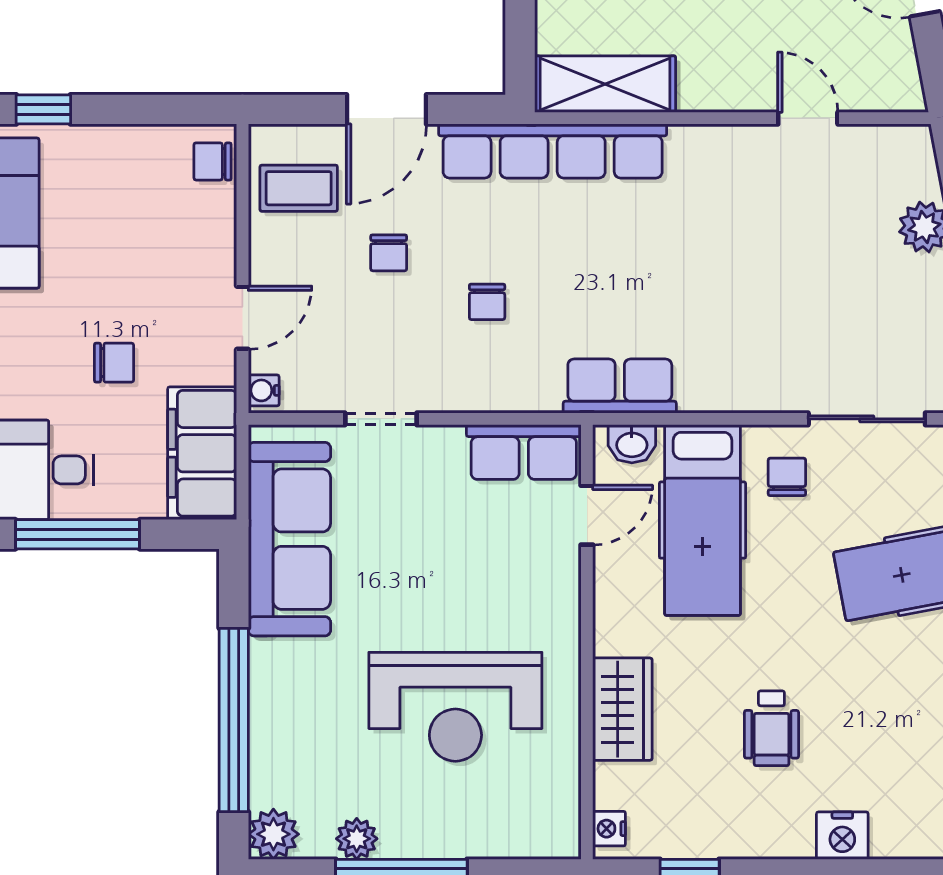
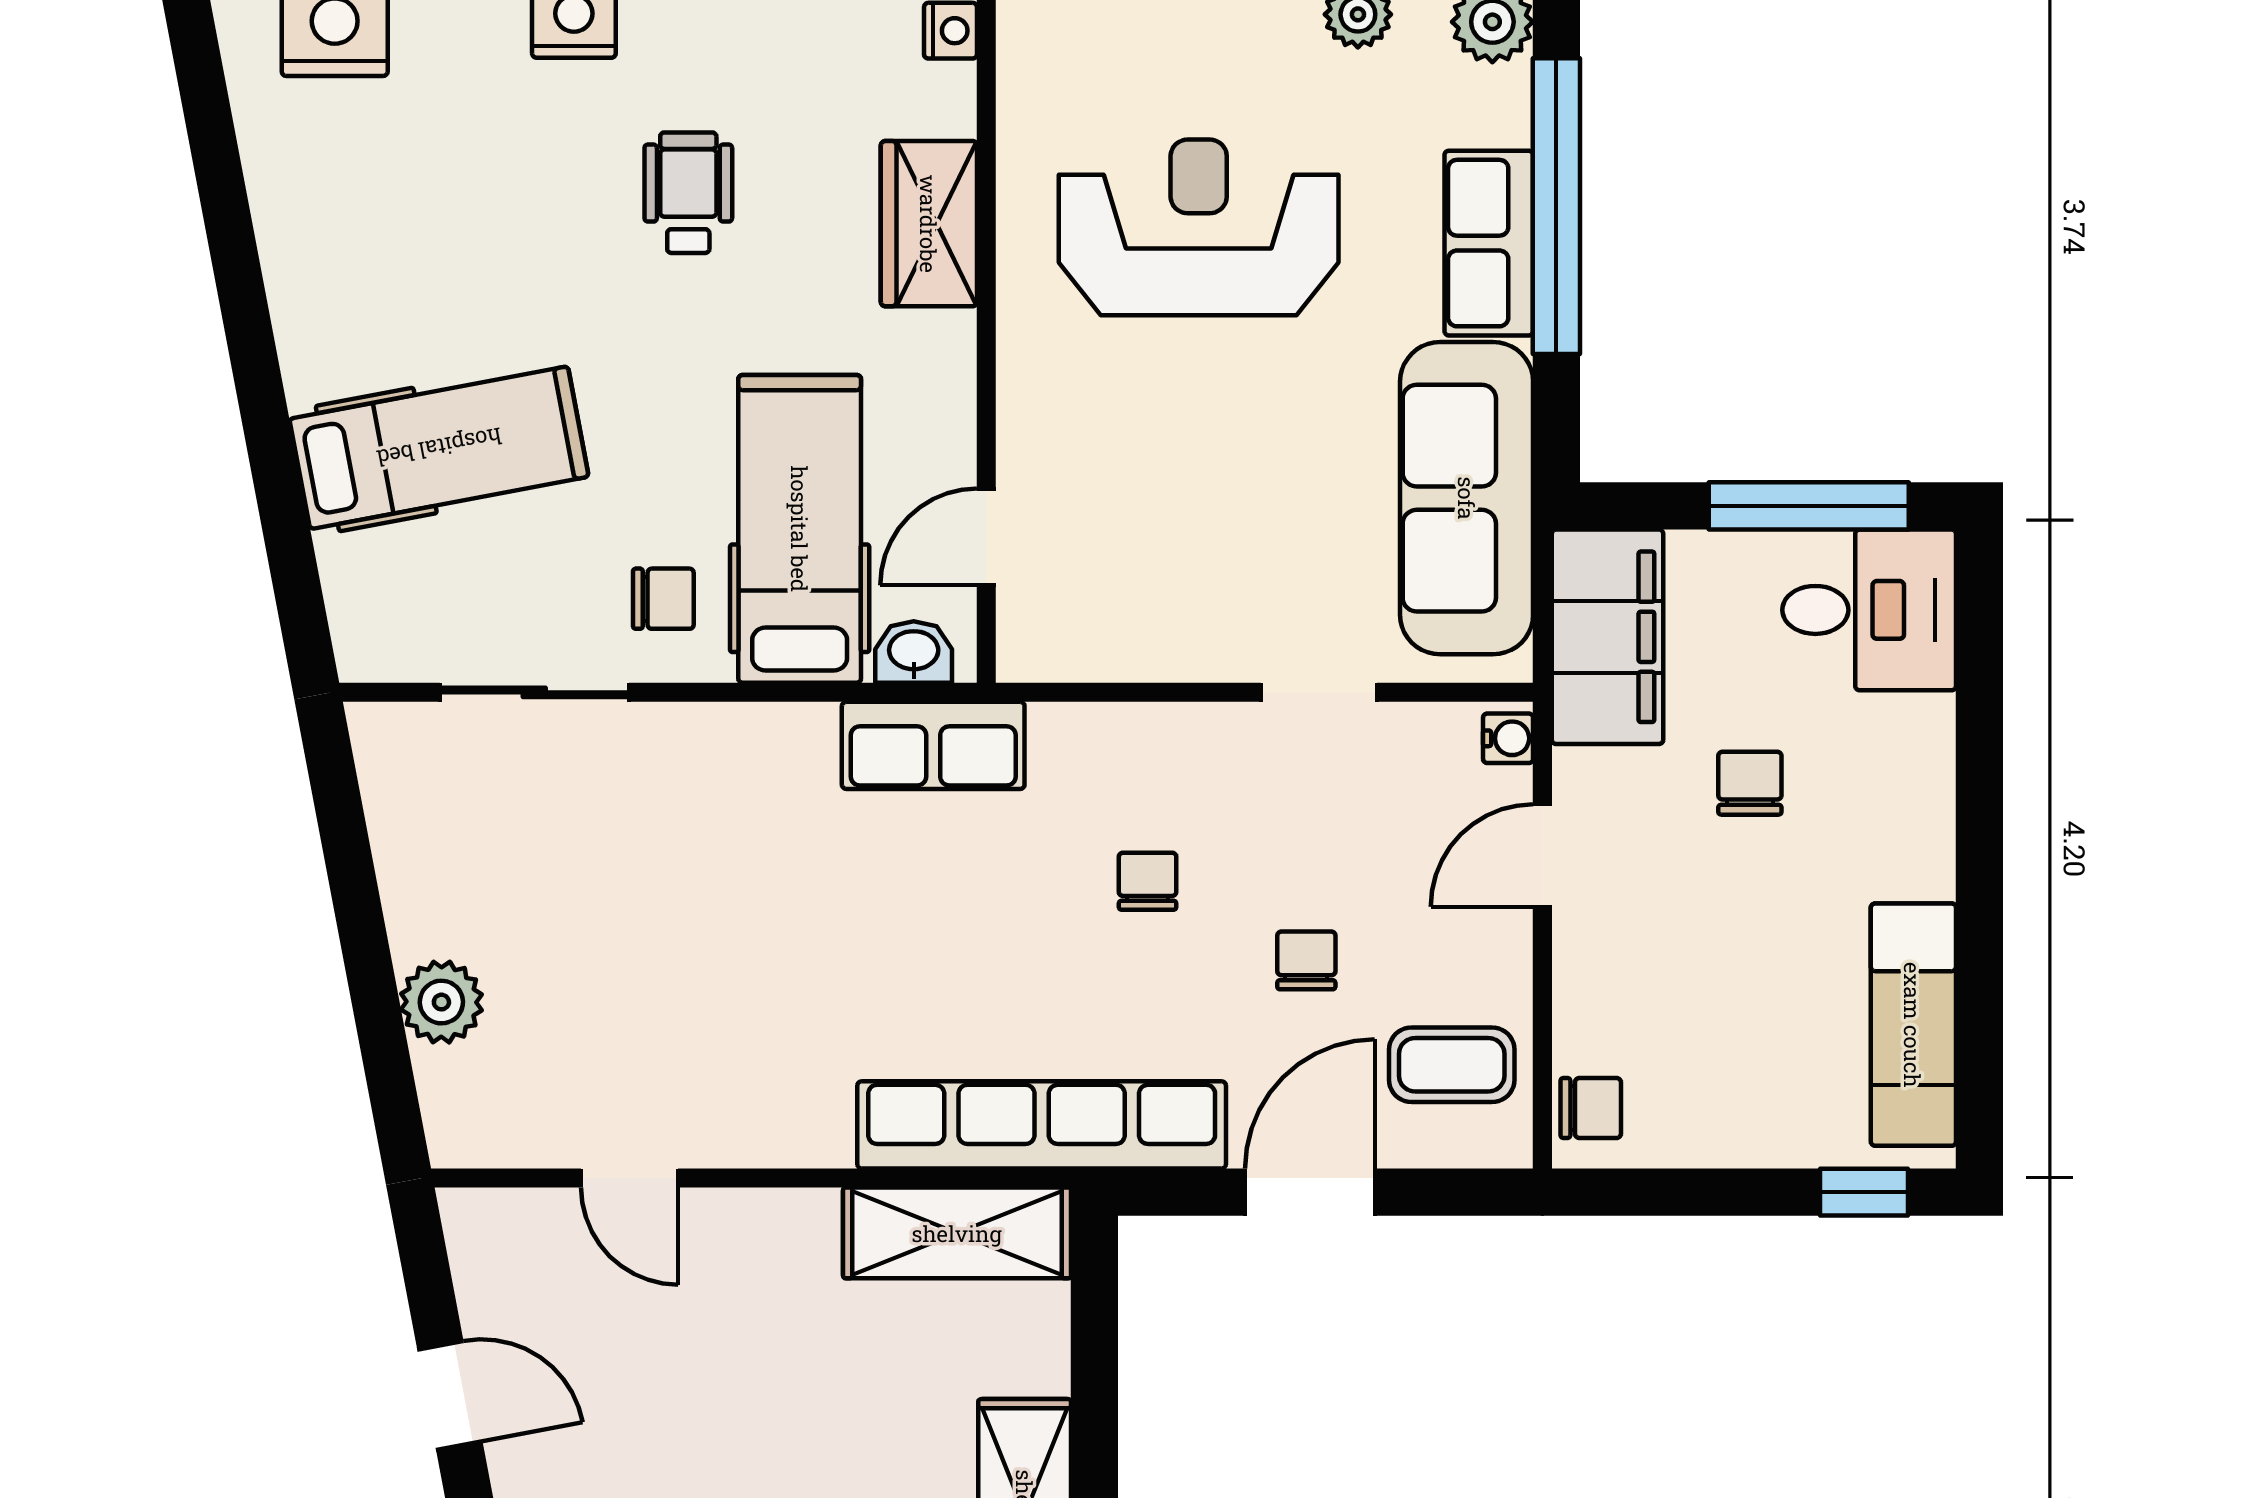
chair: (114, 363) -> (1750, 783), turned 90
row of seats: (524, 452) -> (1489, 243), moved, turned -90
chair: (787, 477) -> (663, 599), turned -90

